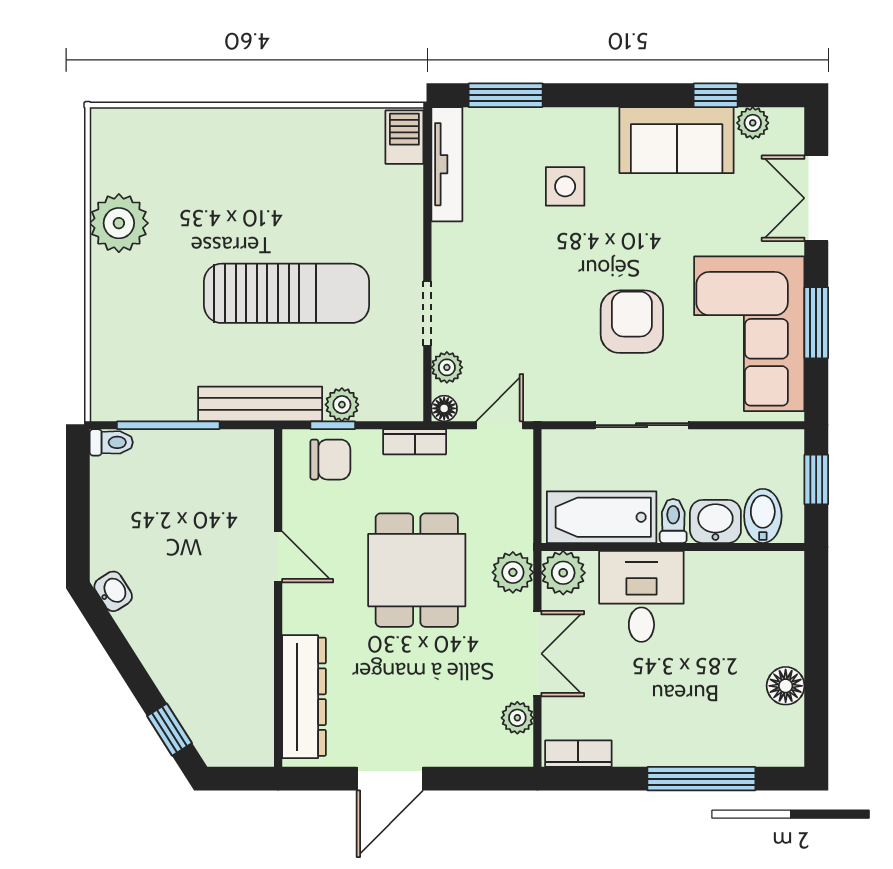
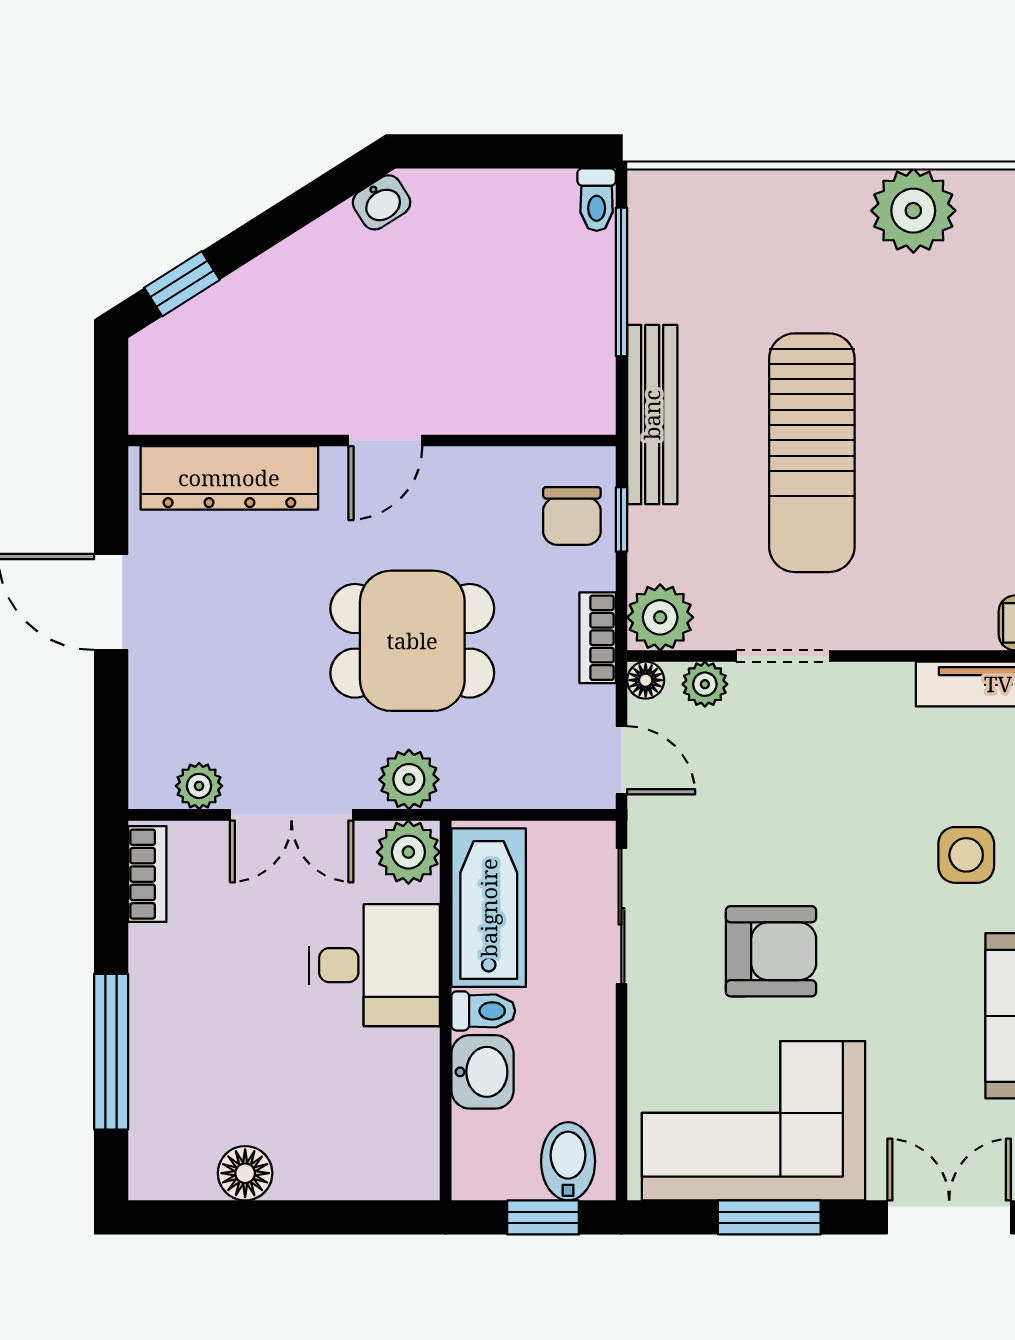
plant: (342, 405) -> (660, 617), moved, width x1.38, depth x1.38
sliding door: (642, 425) -> (621, 916), moved
bidet: (763, 516) -> (568, 1161), moved, turned -90
door: (278, 557) -> (385, 441), moved

